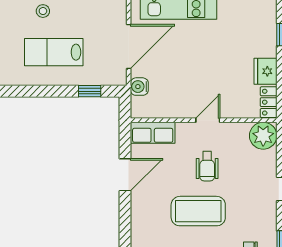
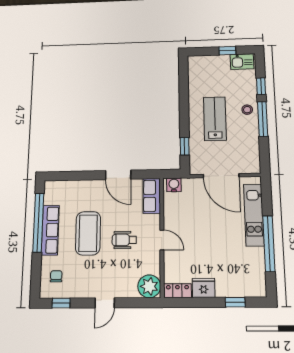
water cooler: (139, 87) -> (174, 185), moved

